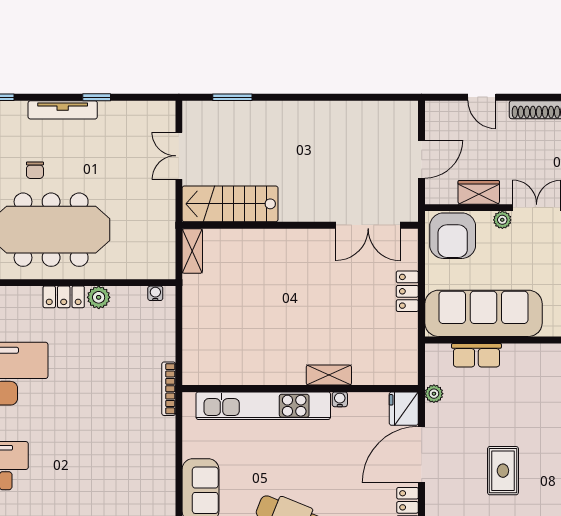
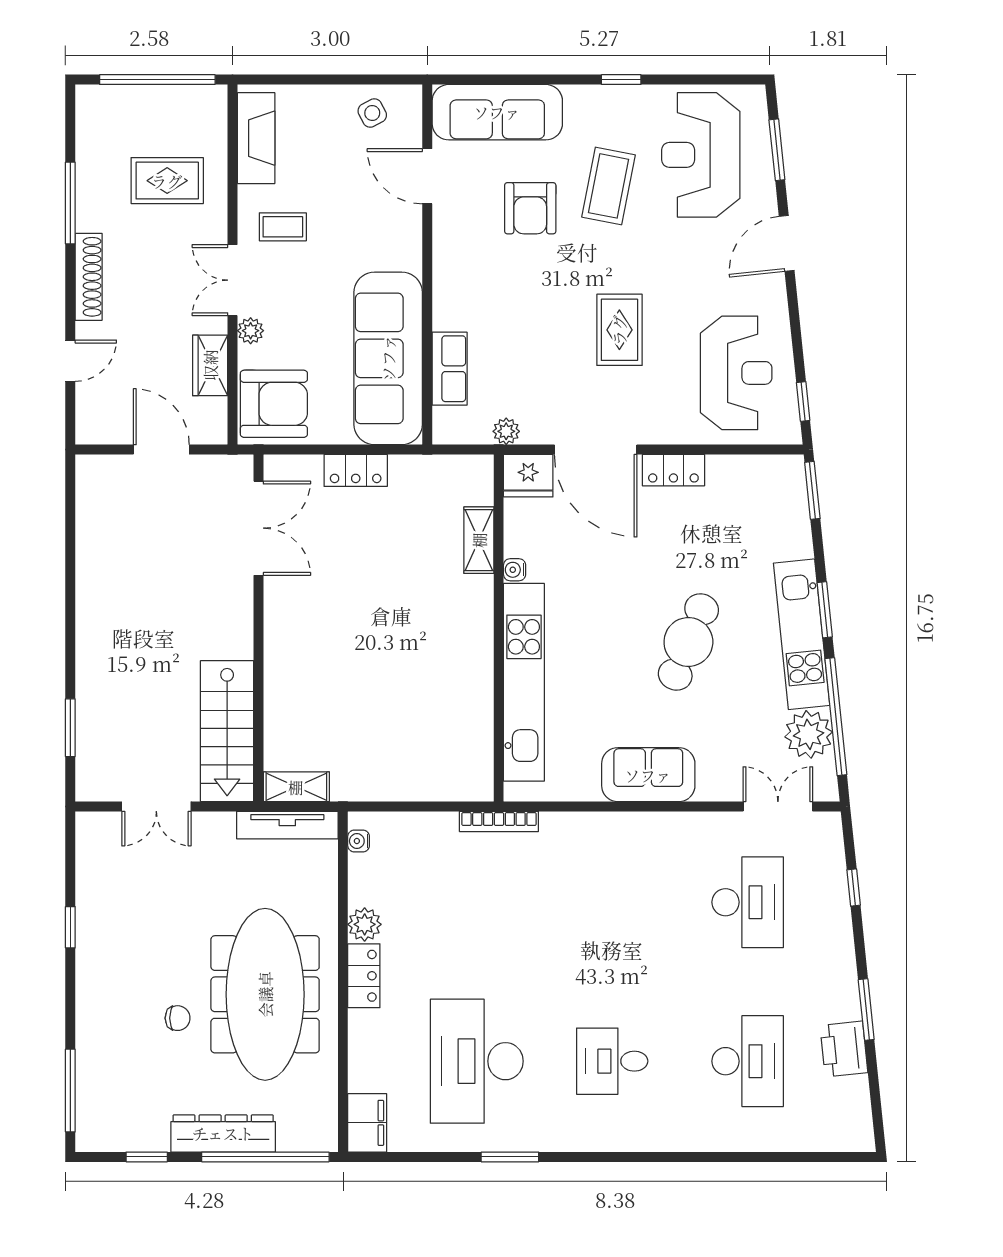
tv unit: (63, 110) -> (287, 825), moved, turned 90
shelving: (329, 375) -> (479, 540), moved
rug: (503, 471) -> (619, 330), turned 90

